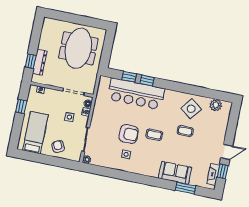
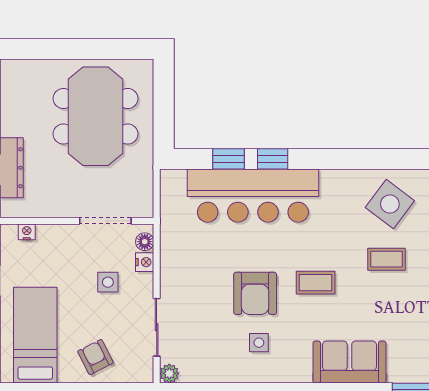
armchair: (129, 134) -> (255, 293), turned 90
sofa: (175, 173) -> (349, 362), moved

